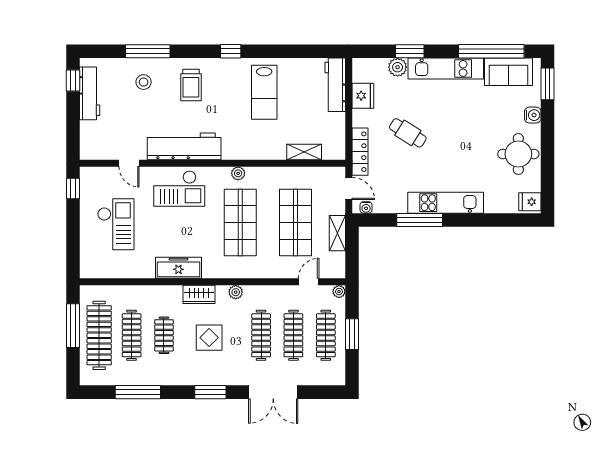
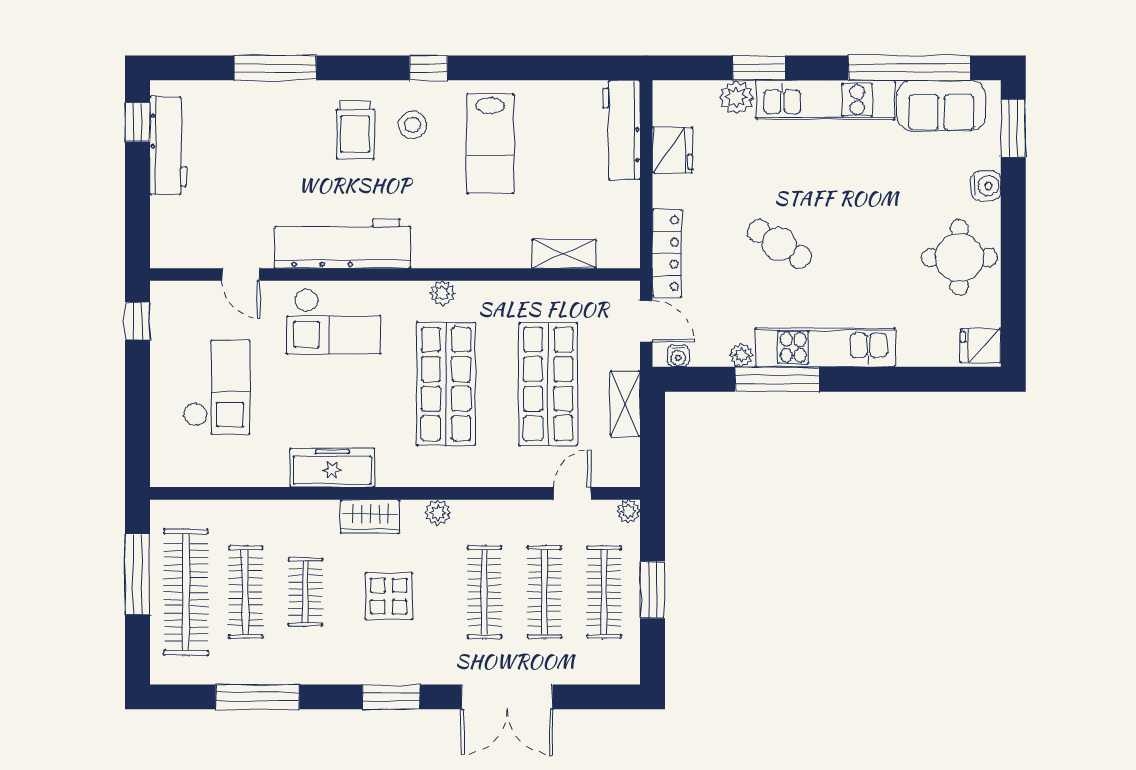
stool: (144, 82) -> (412, 125), moved
cafe table: (408, 133) -> (779, 244), moved
plant: (400, 207) -> (741, 355), added

